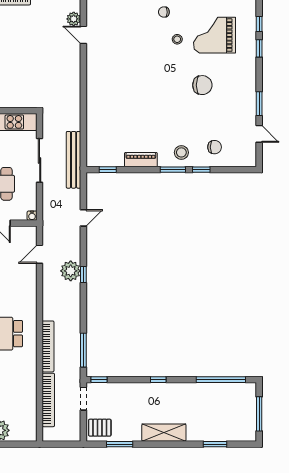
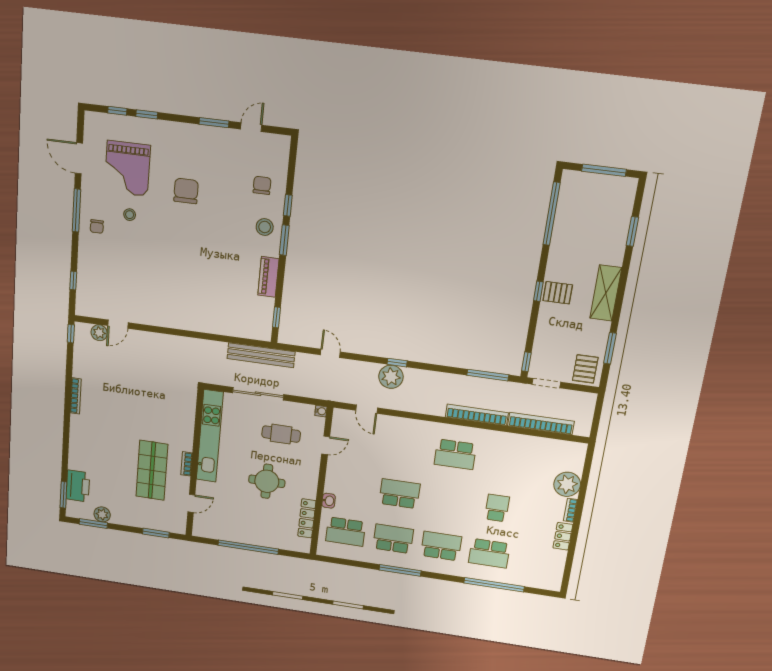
pallet: (159, 395) -> (558, 293), added

